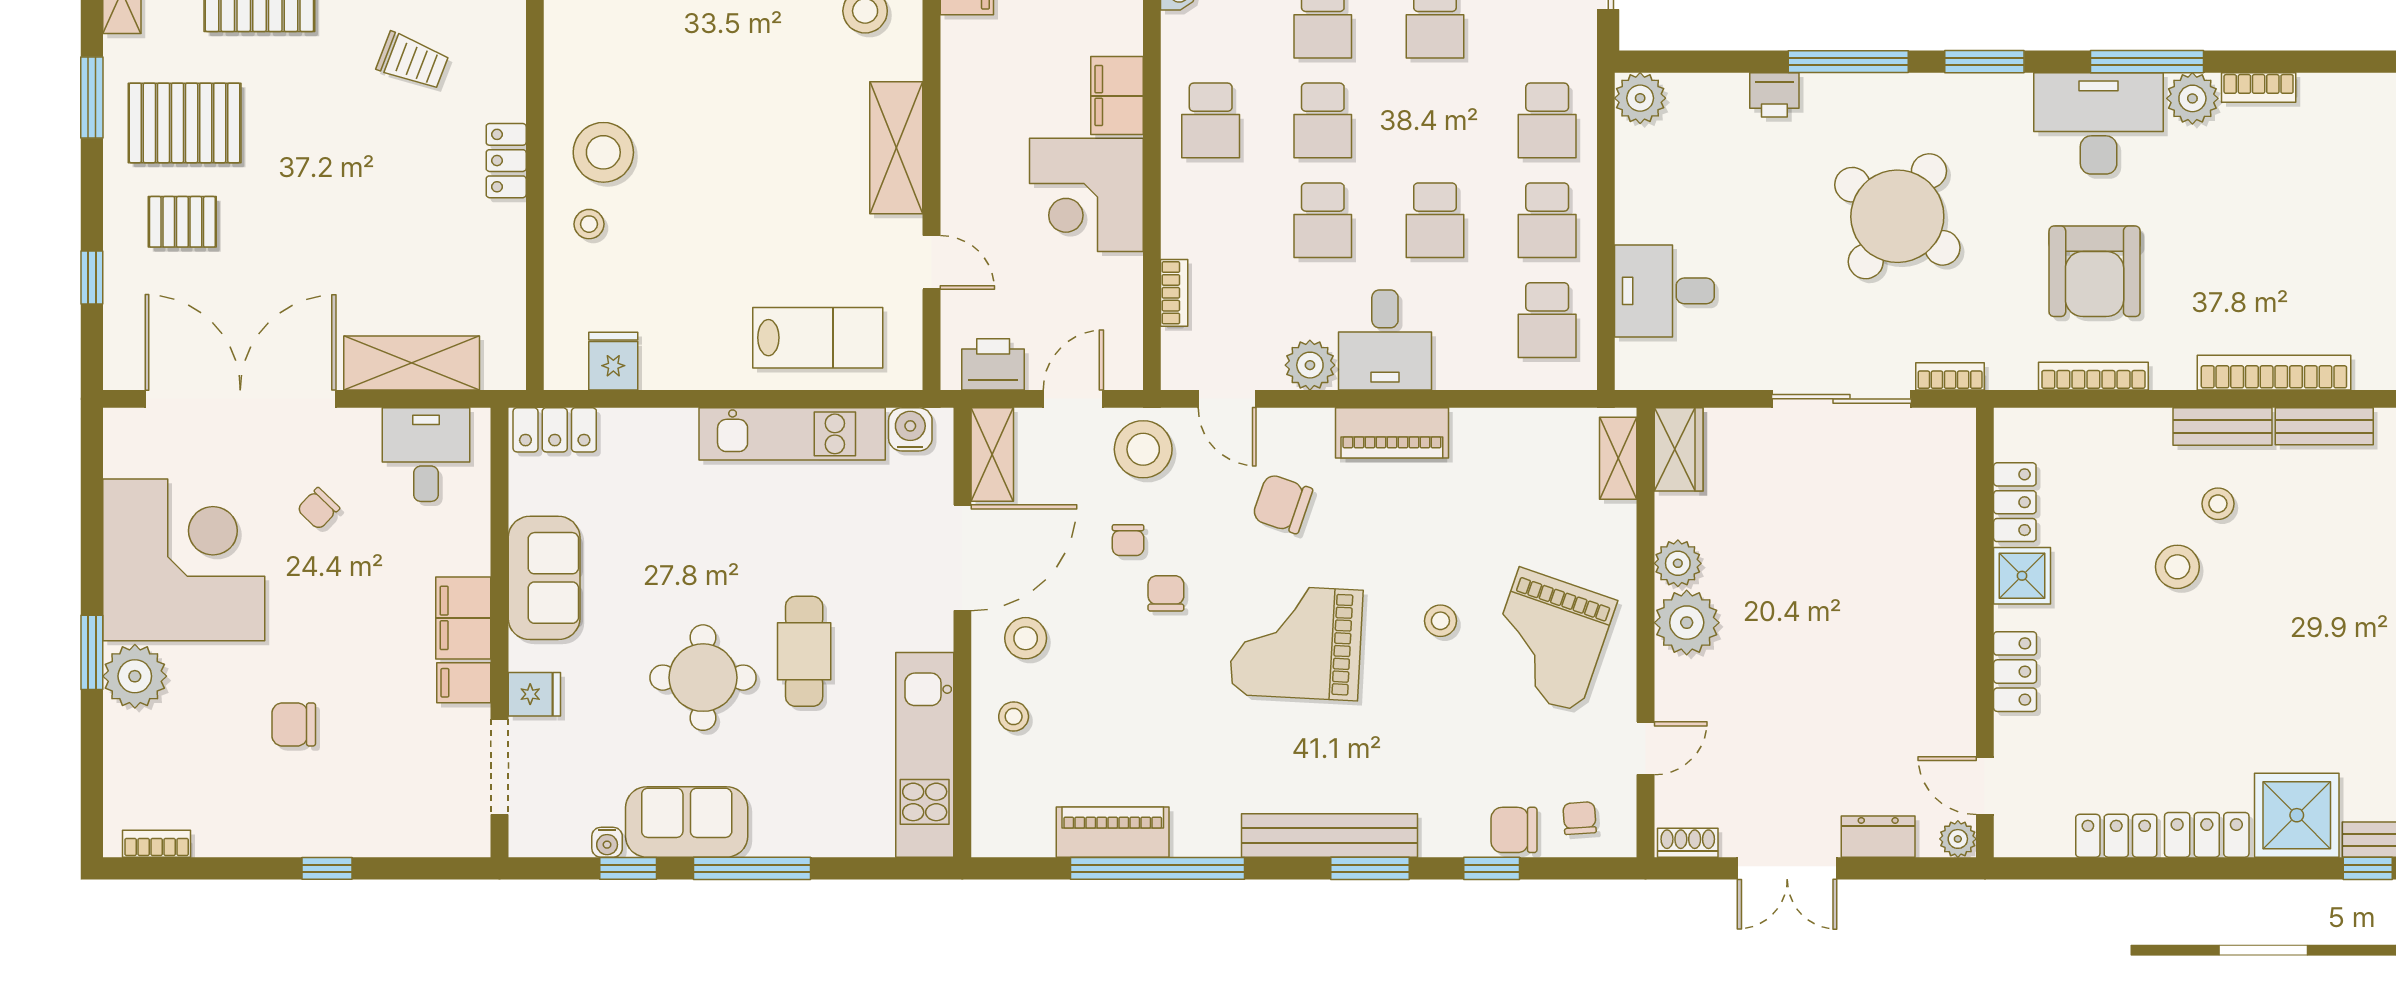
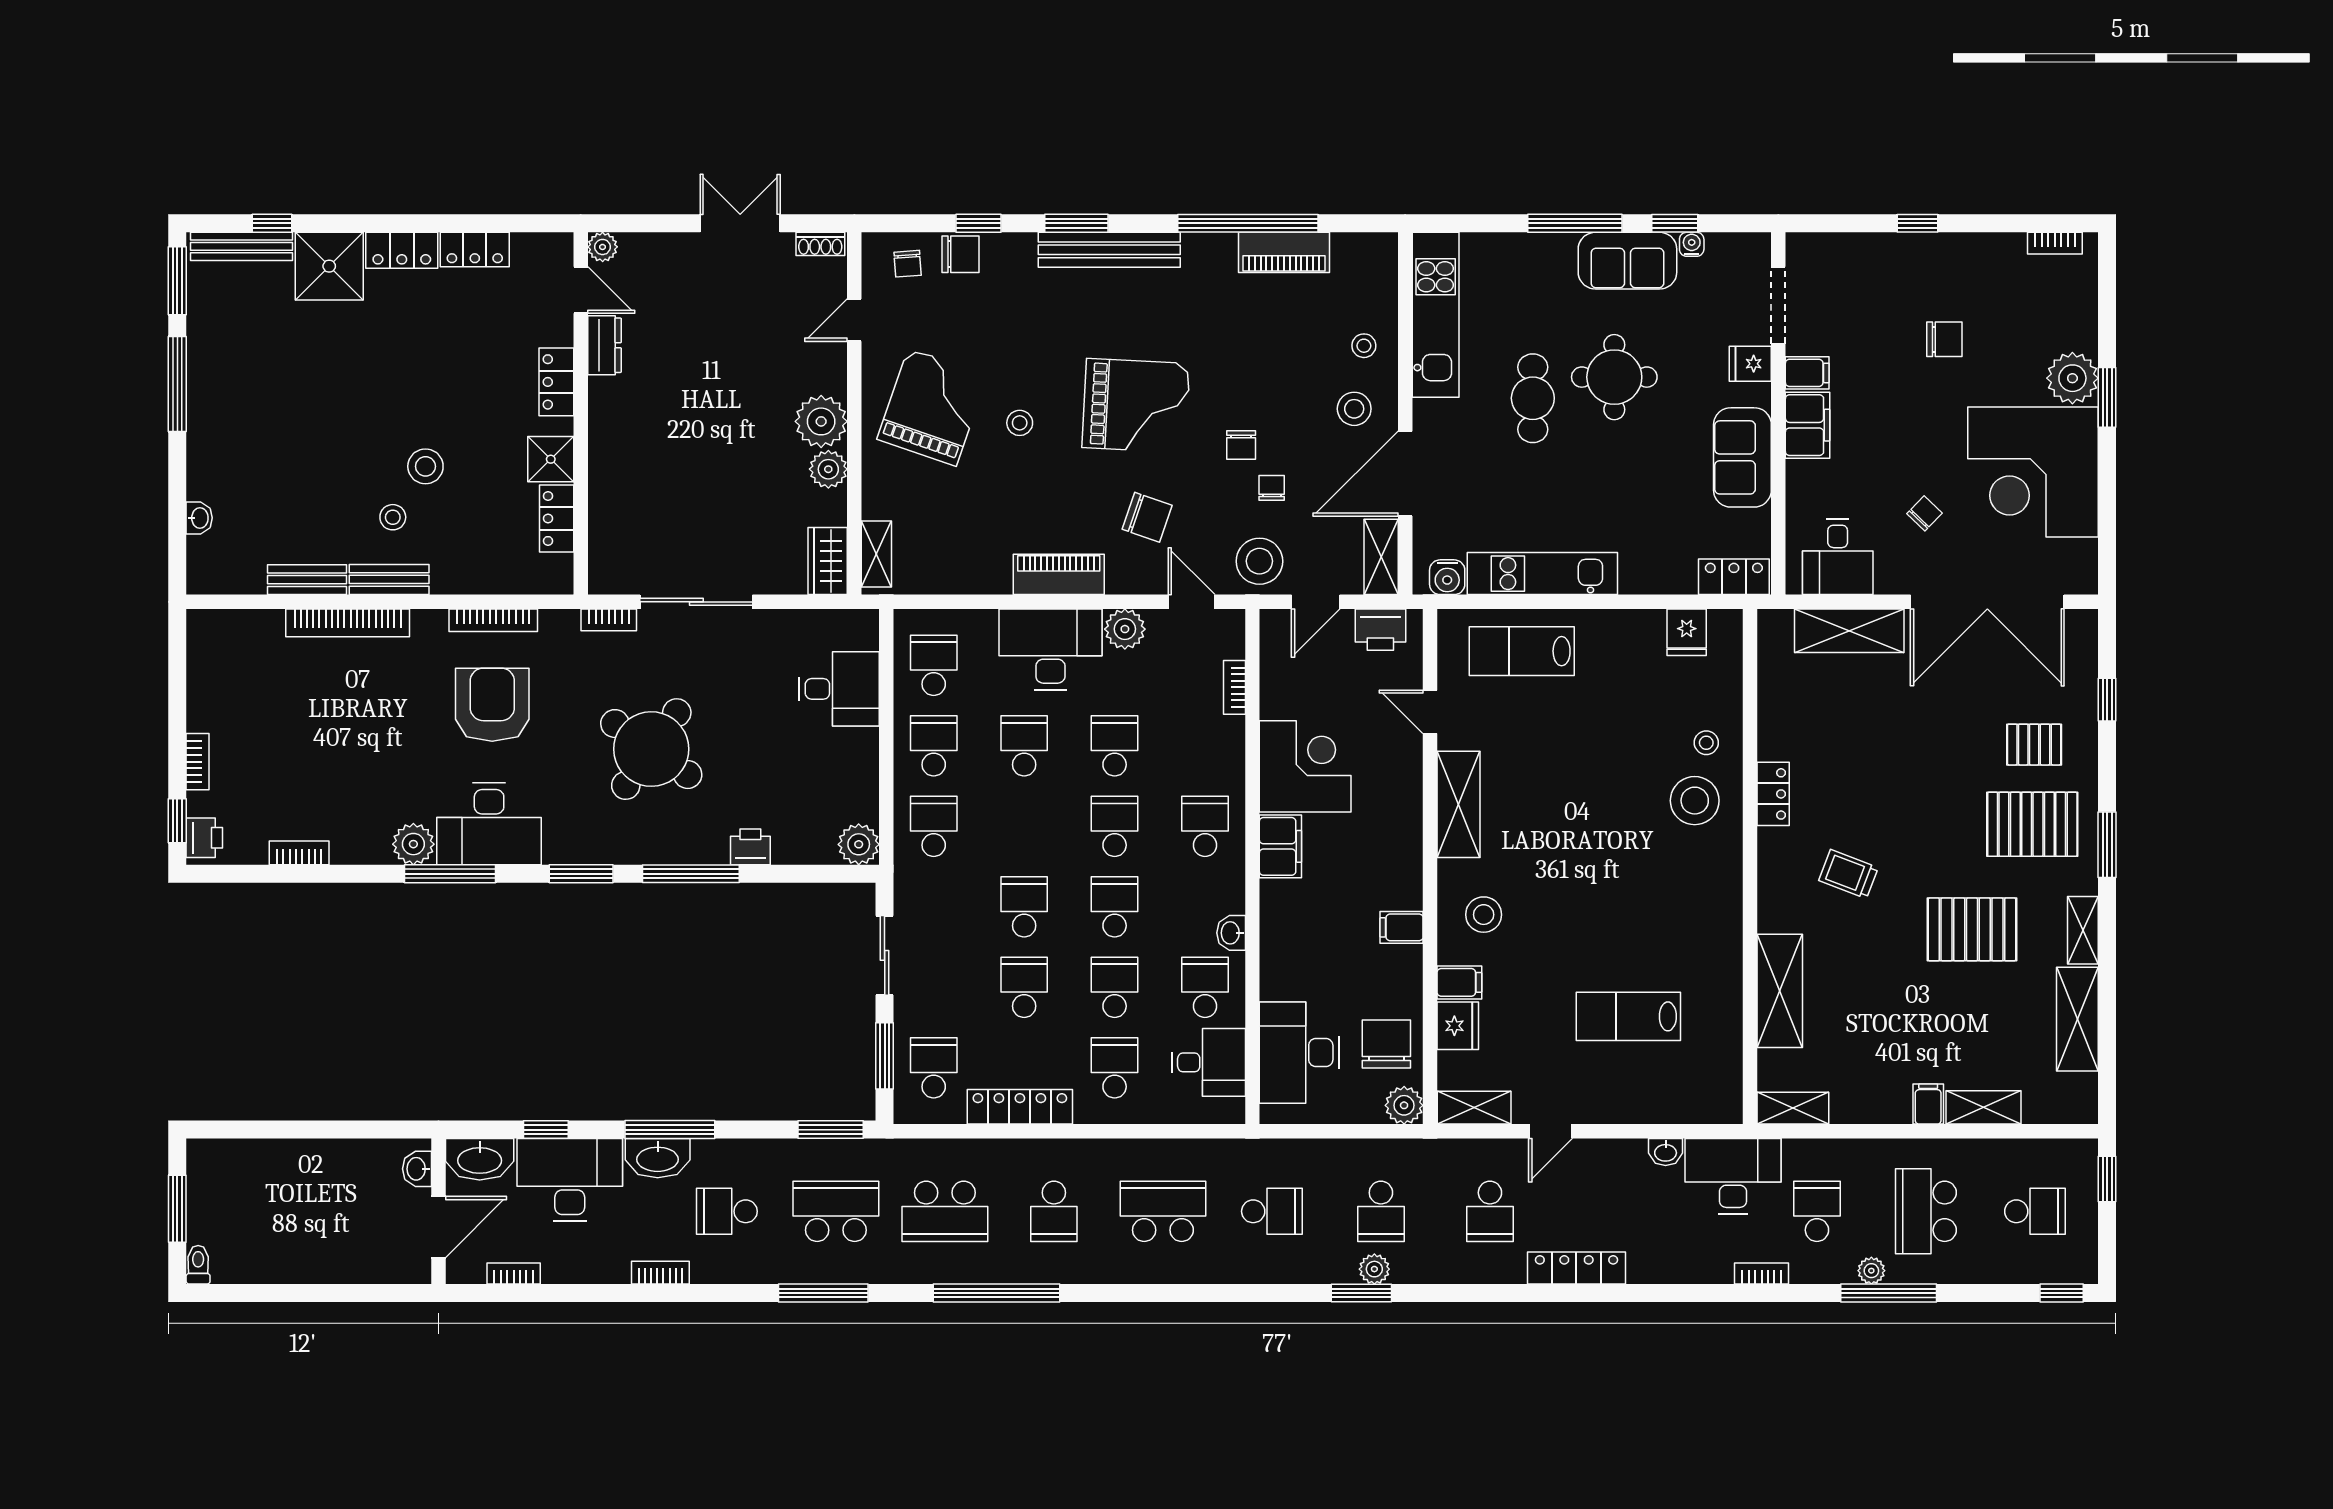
bookcase: (2259, 87) -> (299, 853), moved
desk: (1385, 340) -> (1050, 649), width x1.37
dresser: (1878, 837) -> (604, 345), moved, turned -90

